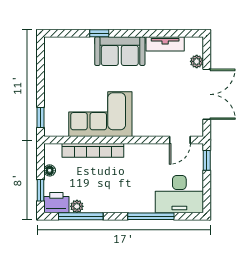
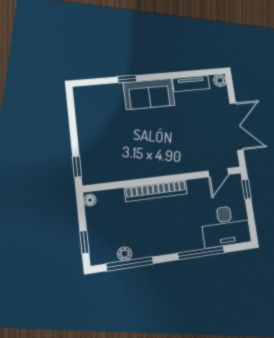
plant: (197, 61) -> (220, 80), moved
corner sofa: (100, 114) -> (137, 156), removed
bookcase: (93, 150) -> (156, 191), moved
floor lamp: (50, 170) -> (90, 200), moved
printer: (56, 203) -> (103, 253), removed

